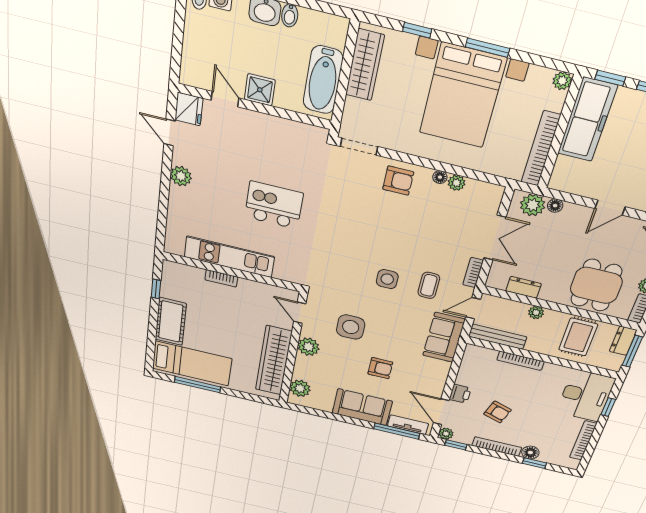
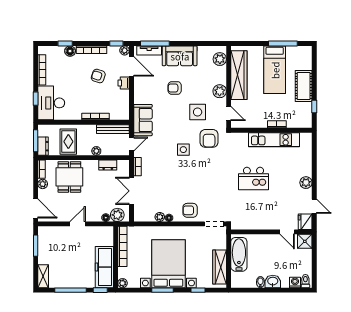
shower: (260, 90) -> (305, 241), moved
armchair: (340, 285) -> (209, 138), added
coffee table: (429, 285) -> (160, 152), removed
bed: (192, 363) -> (275, 70), moved, turned -90

